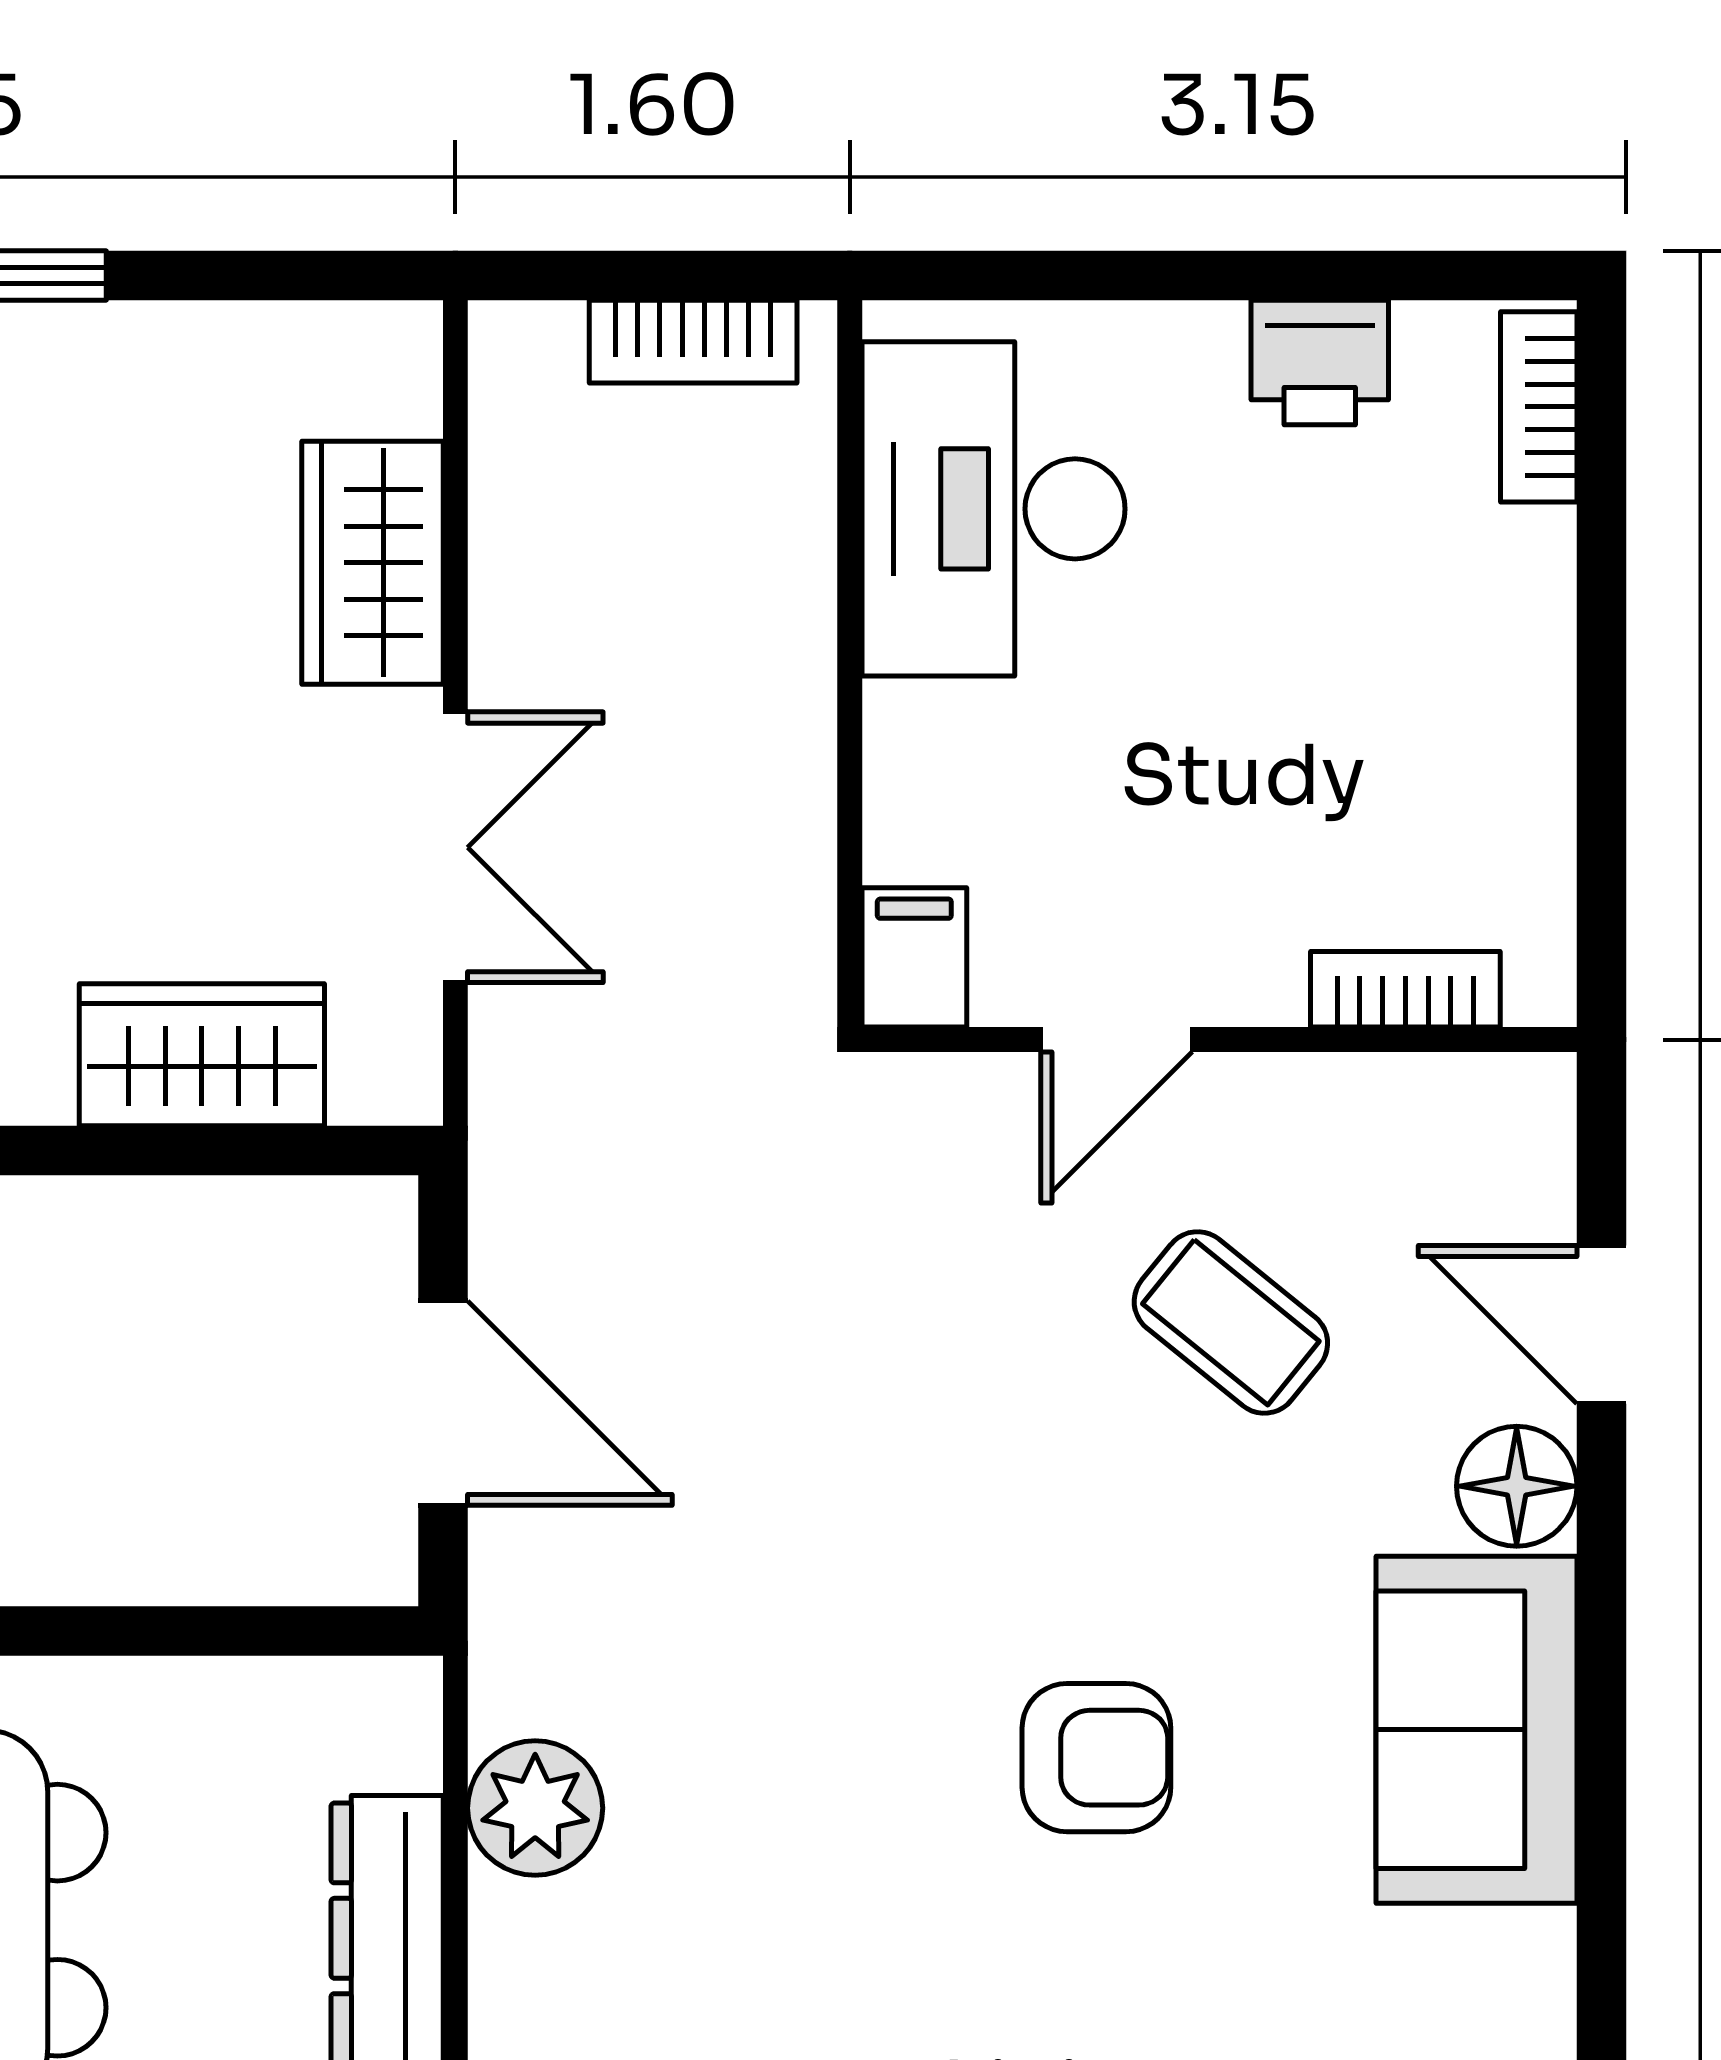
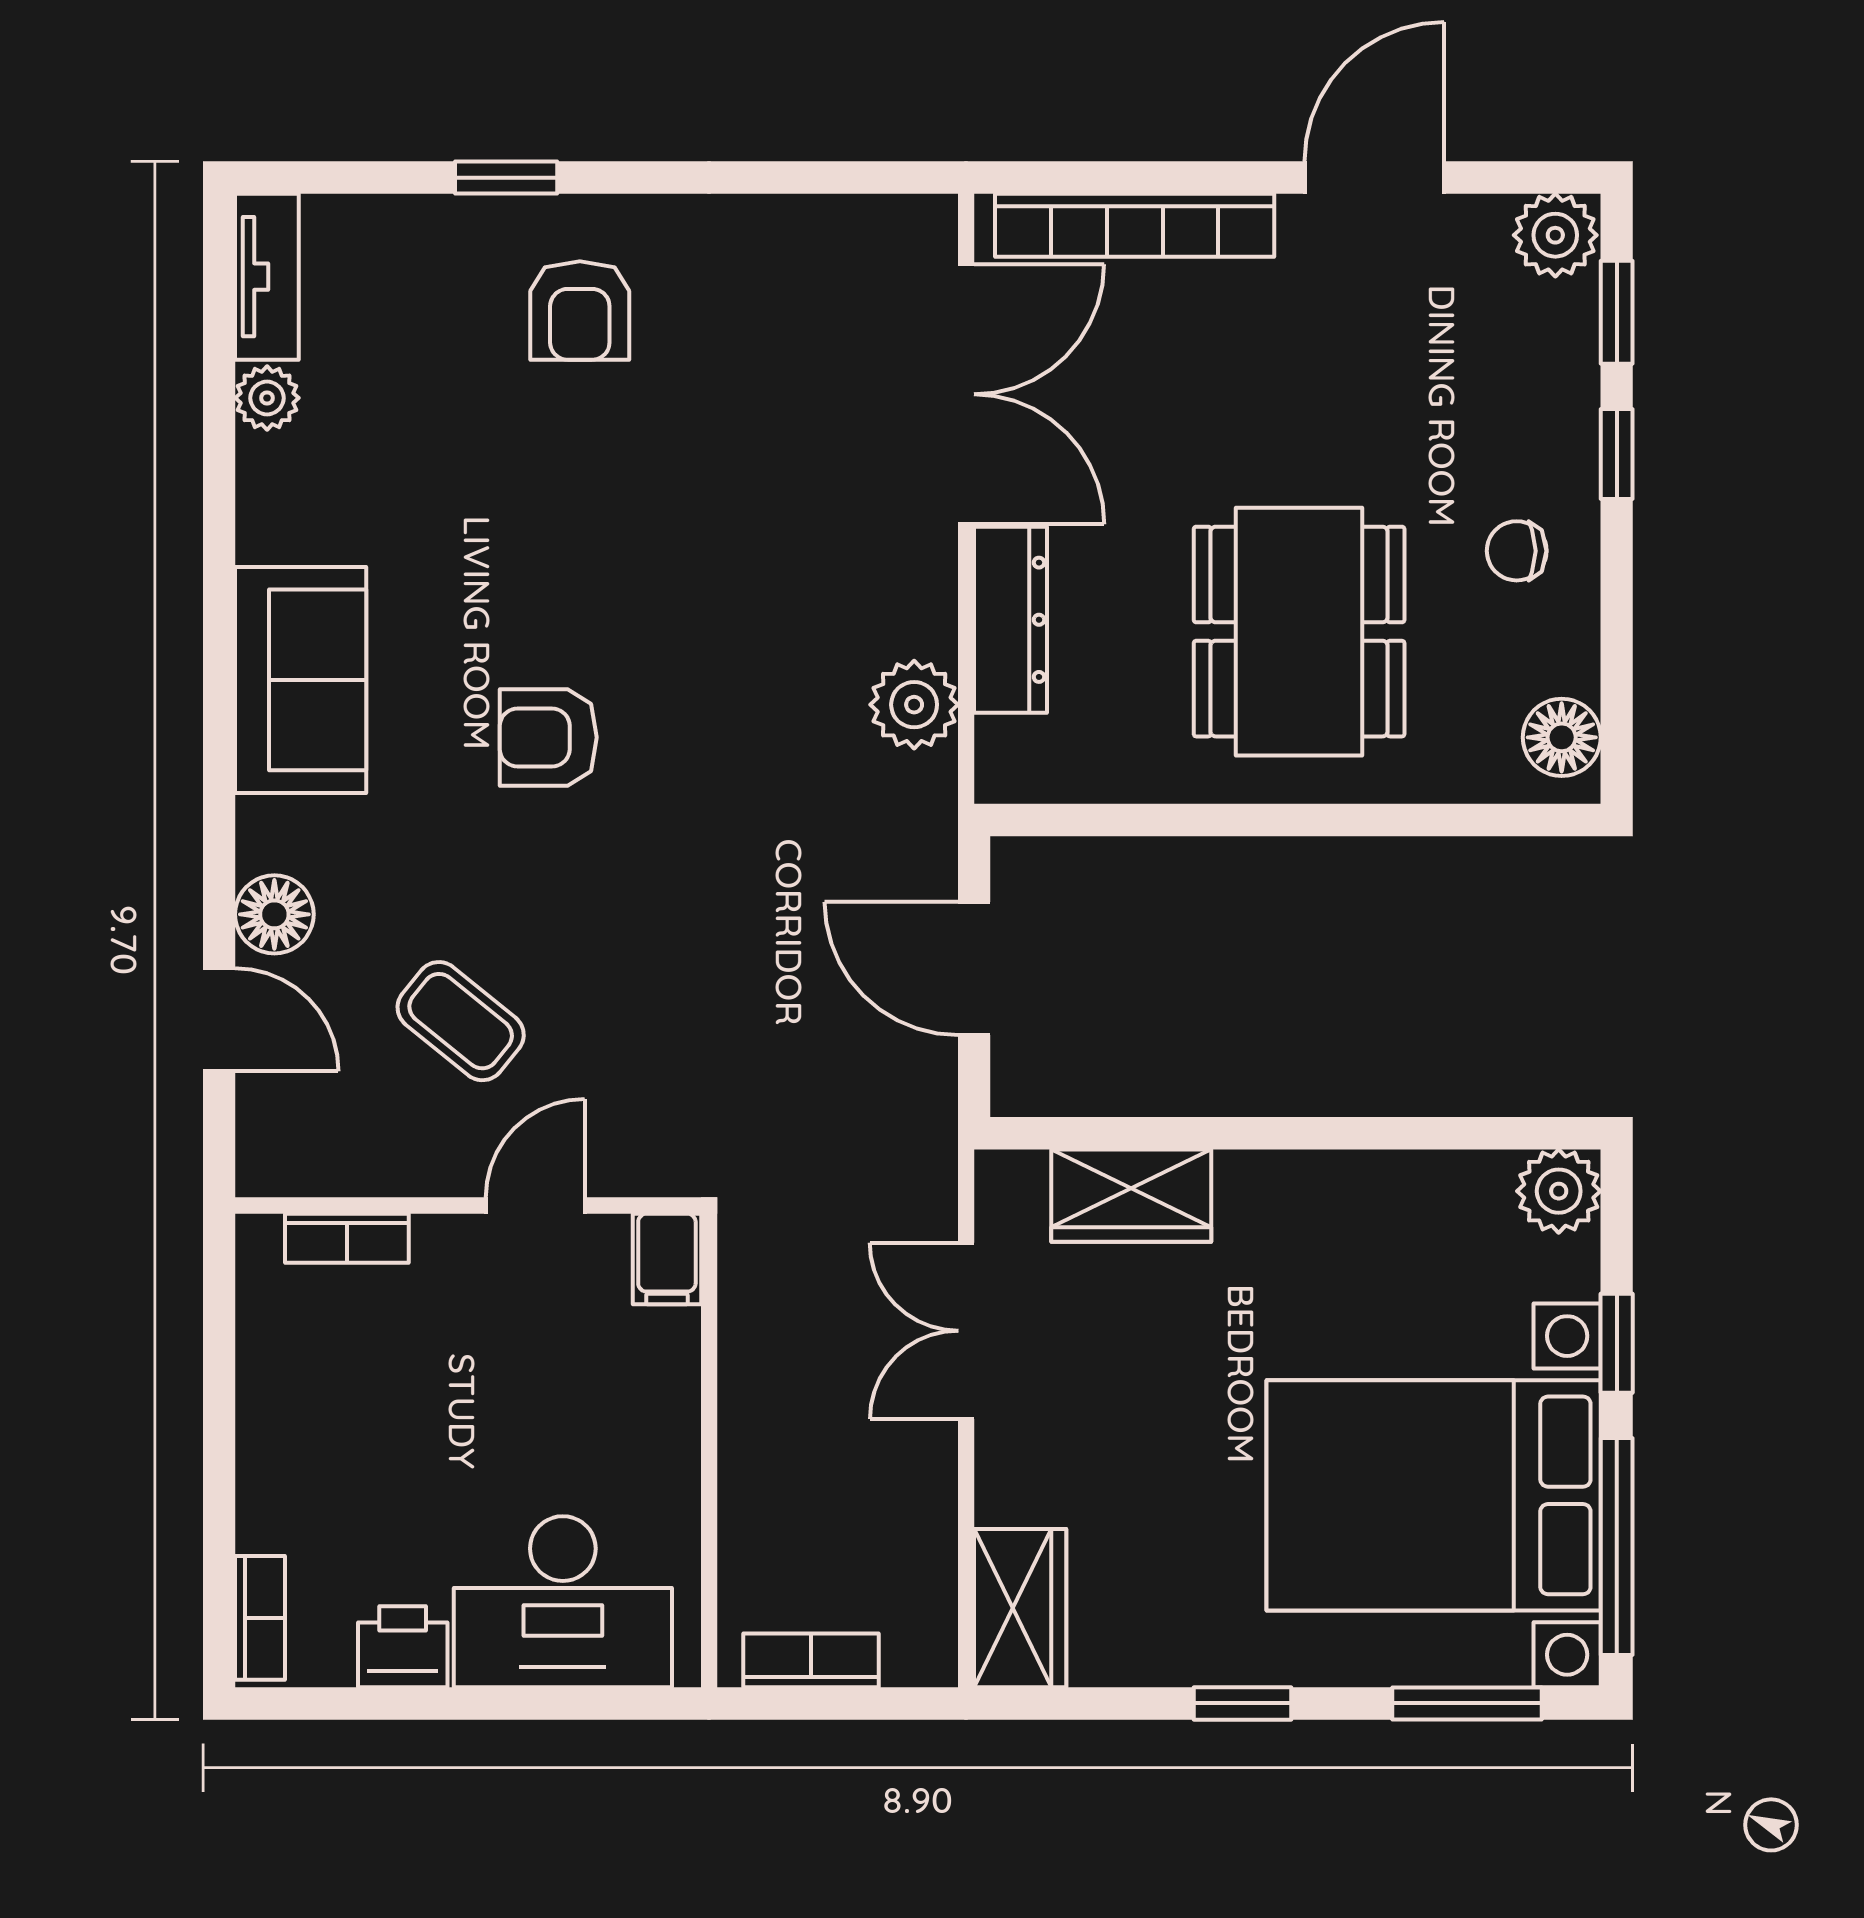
desk: (994, 509) -> (563, 1602), moved, turned 90
wardrobe: (373, 563) -> (1020, 1608), moved
sofa: (1476, 1730) -> (301, 680), moved

